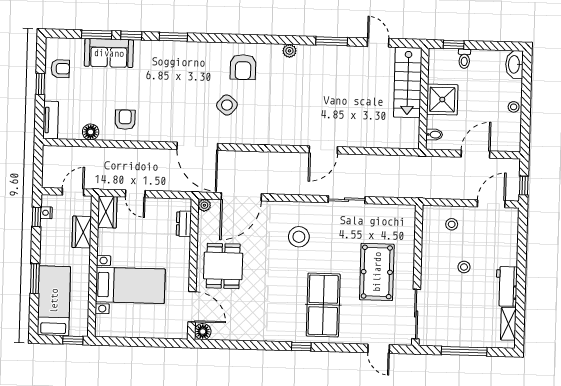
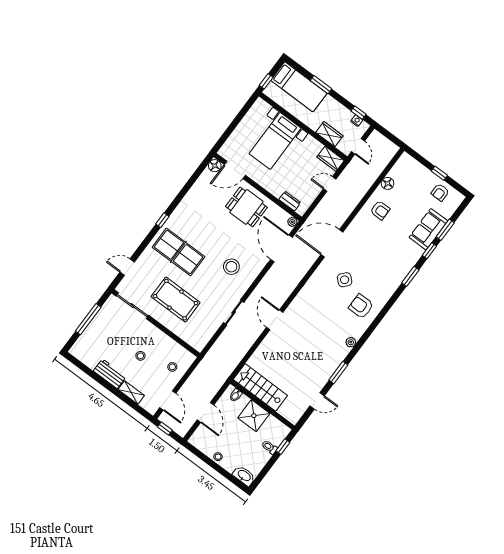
stairs: (408, 82) -> (260, 387), moved
tv unit: (51, 120) -> (412, 164), removed
shelving: (508, 324) -> (131, 392), moved

